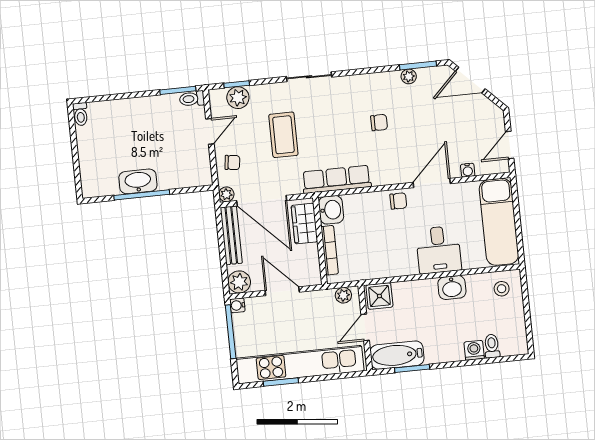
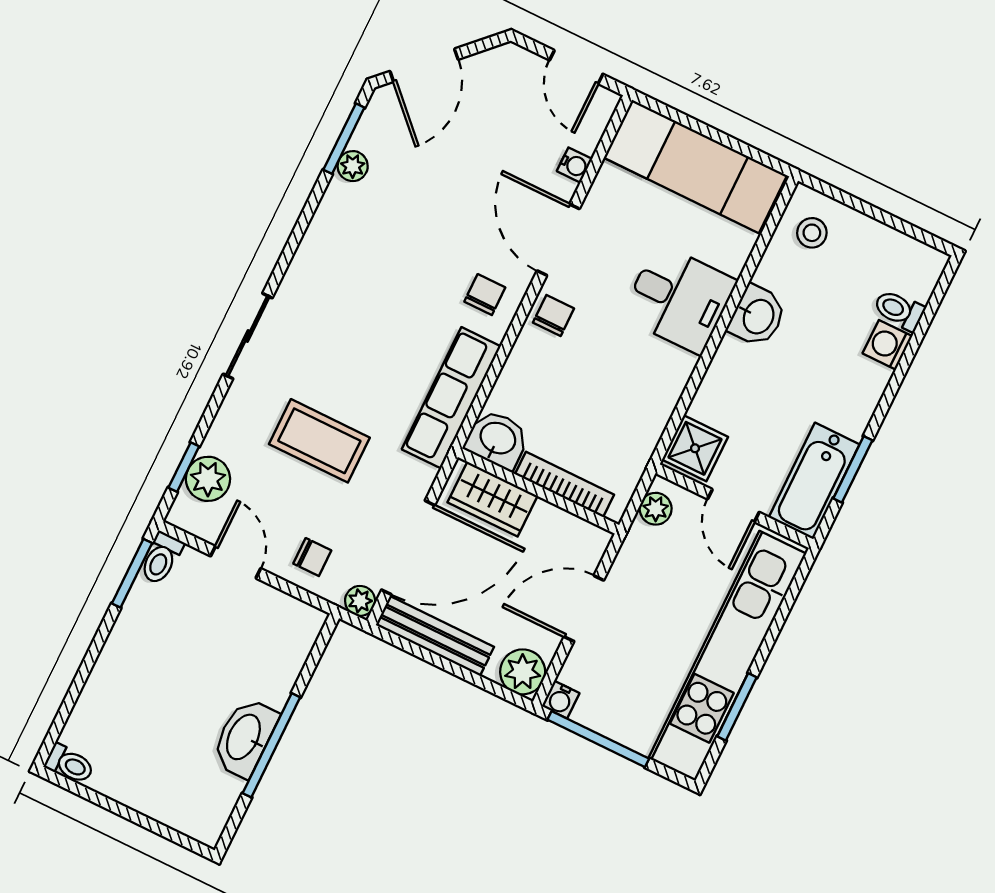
chair: (379, 123) -> (485, 295), moved
chair: (232, 162) -> (312, 557), turned 83

